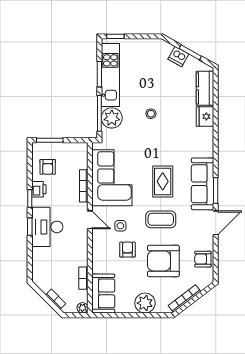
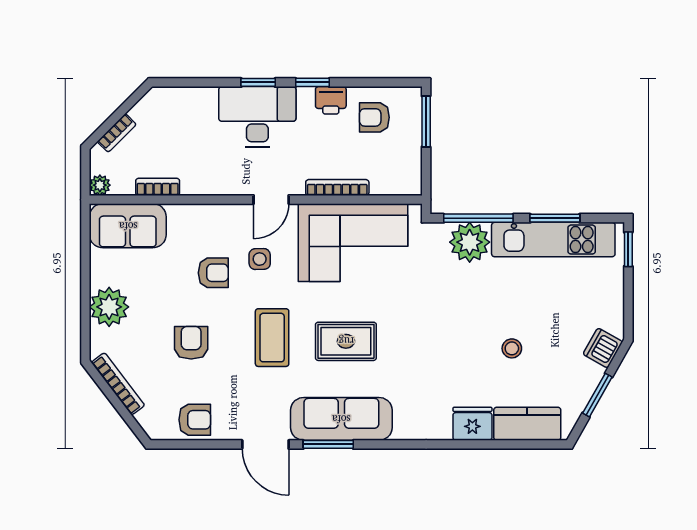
dishwasher: (178, 56) -> (603, 348), moved
stool: (151, 114) -> (512, 348), moved
armchair: (203, 259) -> (195, 420), turned 90
armchair: (163, 261) -> (191, 343), width x0.53, depth x0.53

